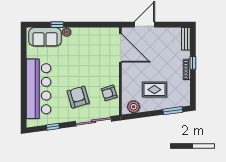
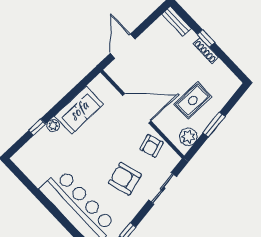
sofa: (45, 37) -> (79, 110), moved
door: (120, 48) -> (137, 108), moved
window: (173, 111) -> (214, 125), moved
sliding door: (93, 121) -> (162, 188), width x0.73

